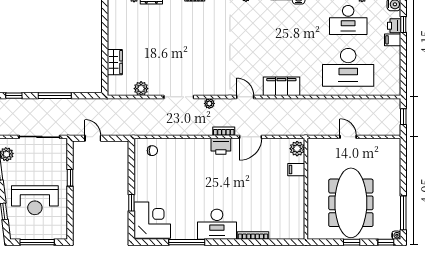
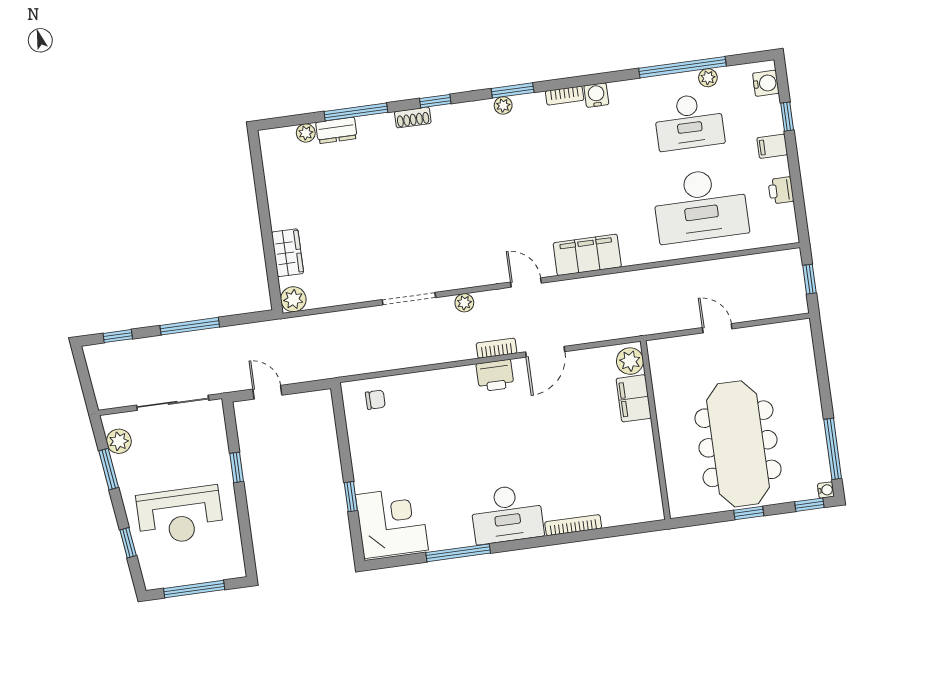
printer: (394, 26) -> (781, 190), moved
plant: (141, 89) -> (293, 299), moved
filing cabinet: (296, 170) -> (634, 398), width x2.00

